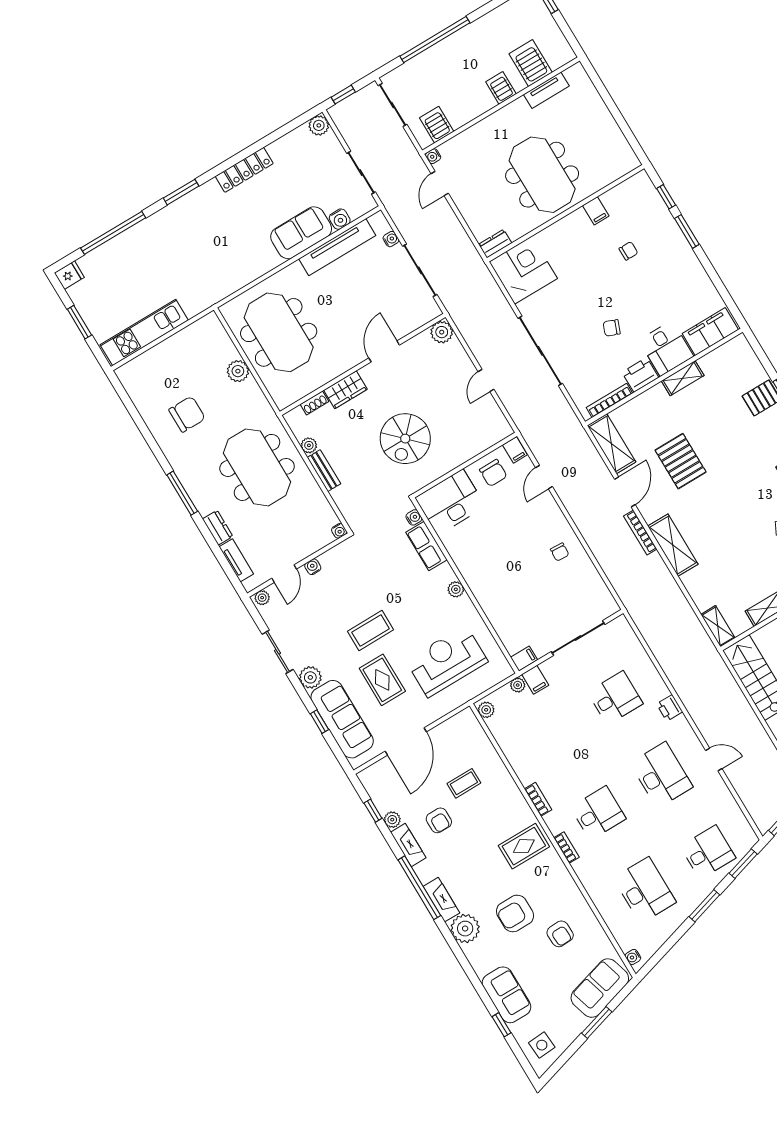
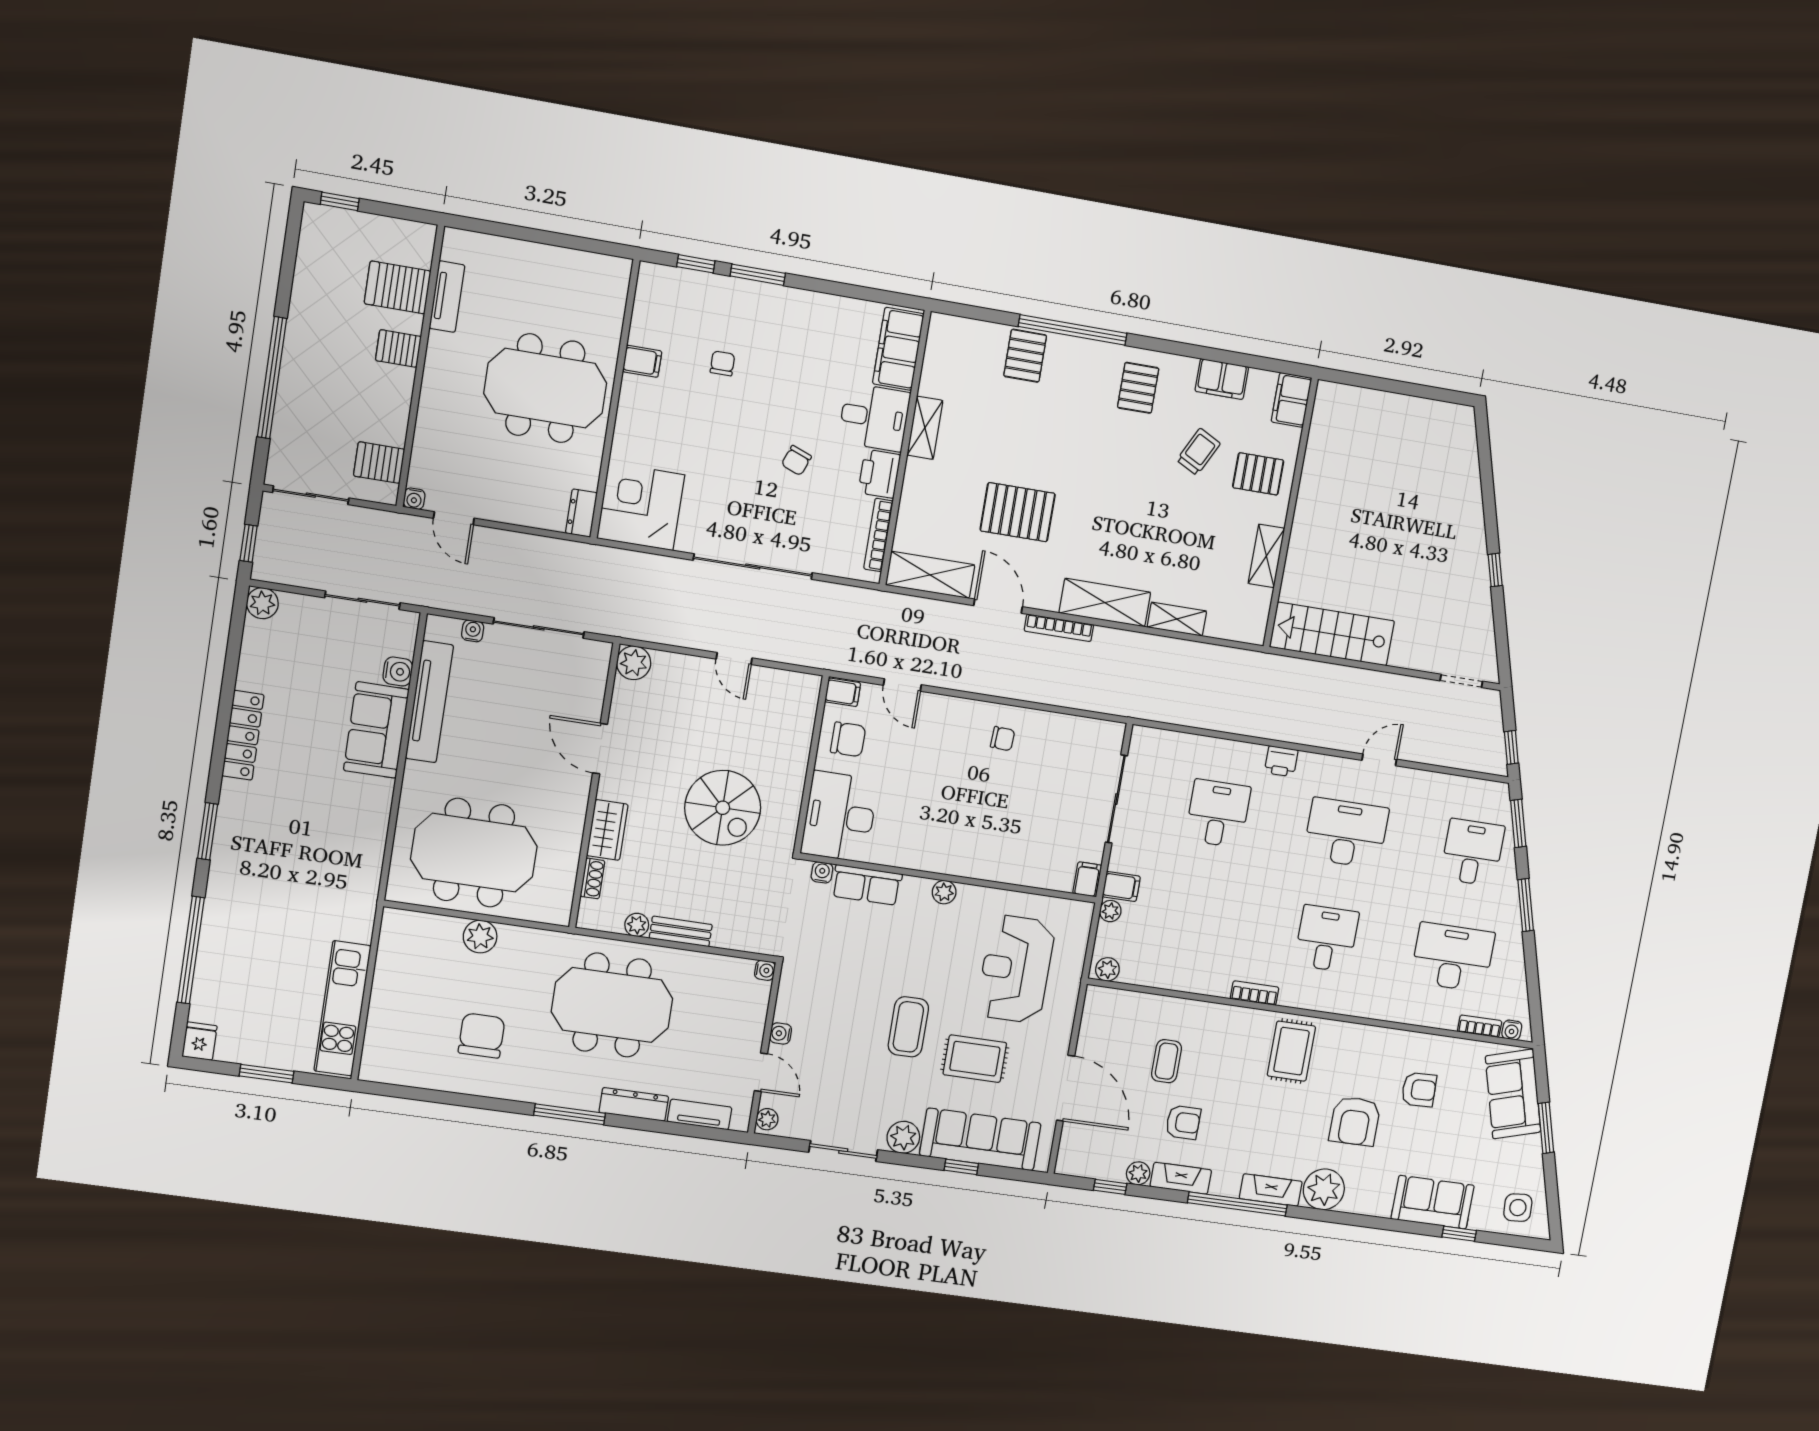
dresser: (218, 528) -> (634, 1104), width x1.44
shelving: (718, 626) -> (1177, 619), moved
bookcase: (566, 847) -> (1480, 1026), moved

